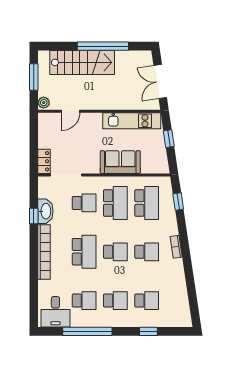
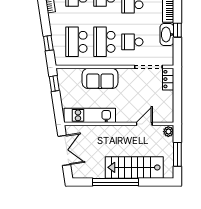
window: (169, 139) -> (54, 84), moved

